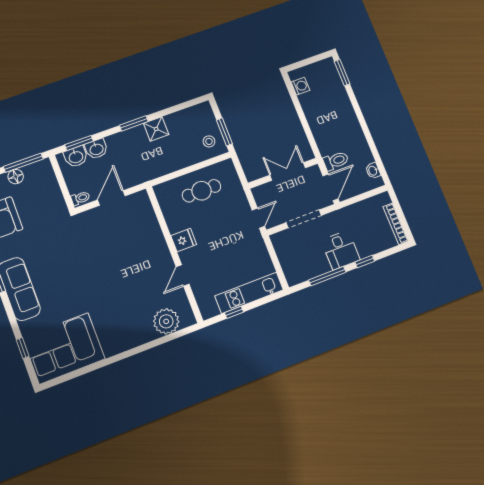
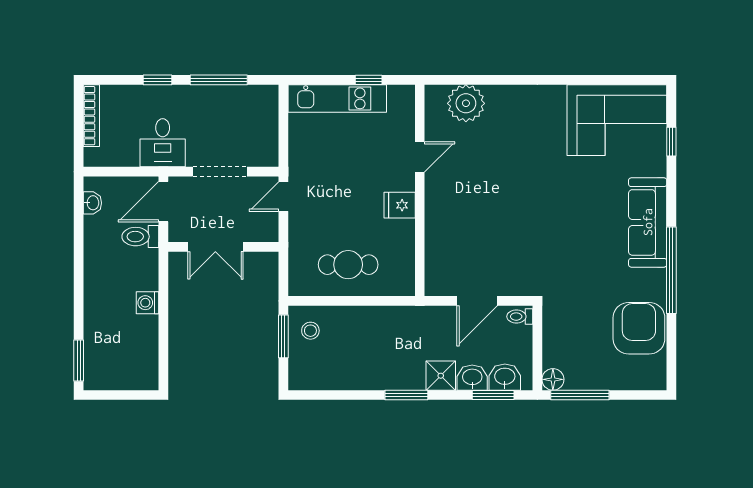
washing machine: (300, 86) -> (148, 303), moved
shower: (156, 129) -> (441, 376), moved
floor lamp: (16, 177) -> (553, 379), moved
desk: (341, 250) -> (163, 143), moved, turned 180

